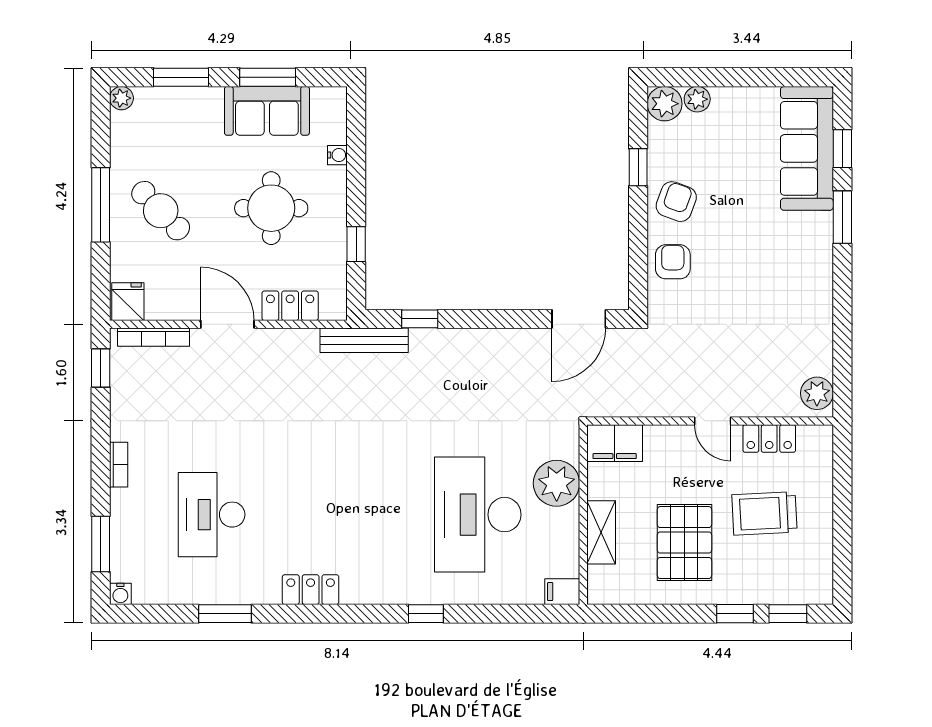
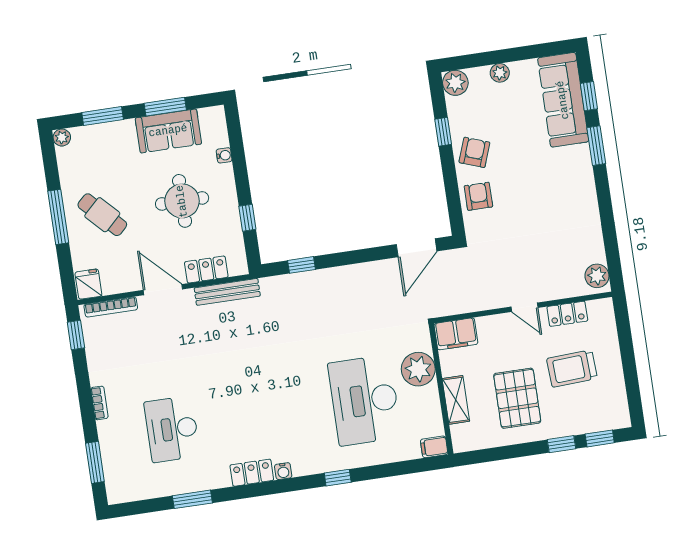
plant: (697, 99) -> (500, 73), moved
bench: (364, 340) -> (227, 292), moved
water cooler: (120, 594) -> (283, 471), moved

